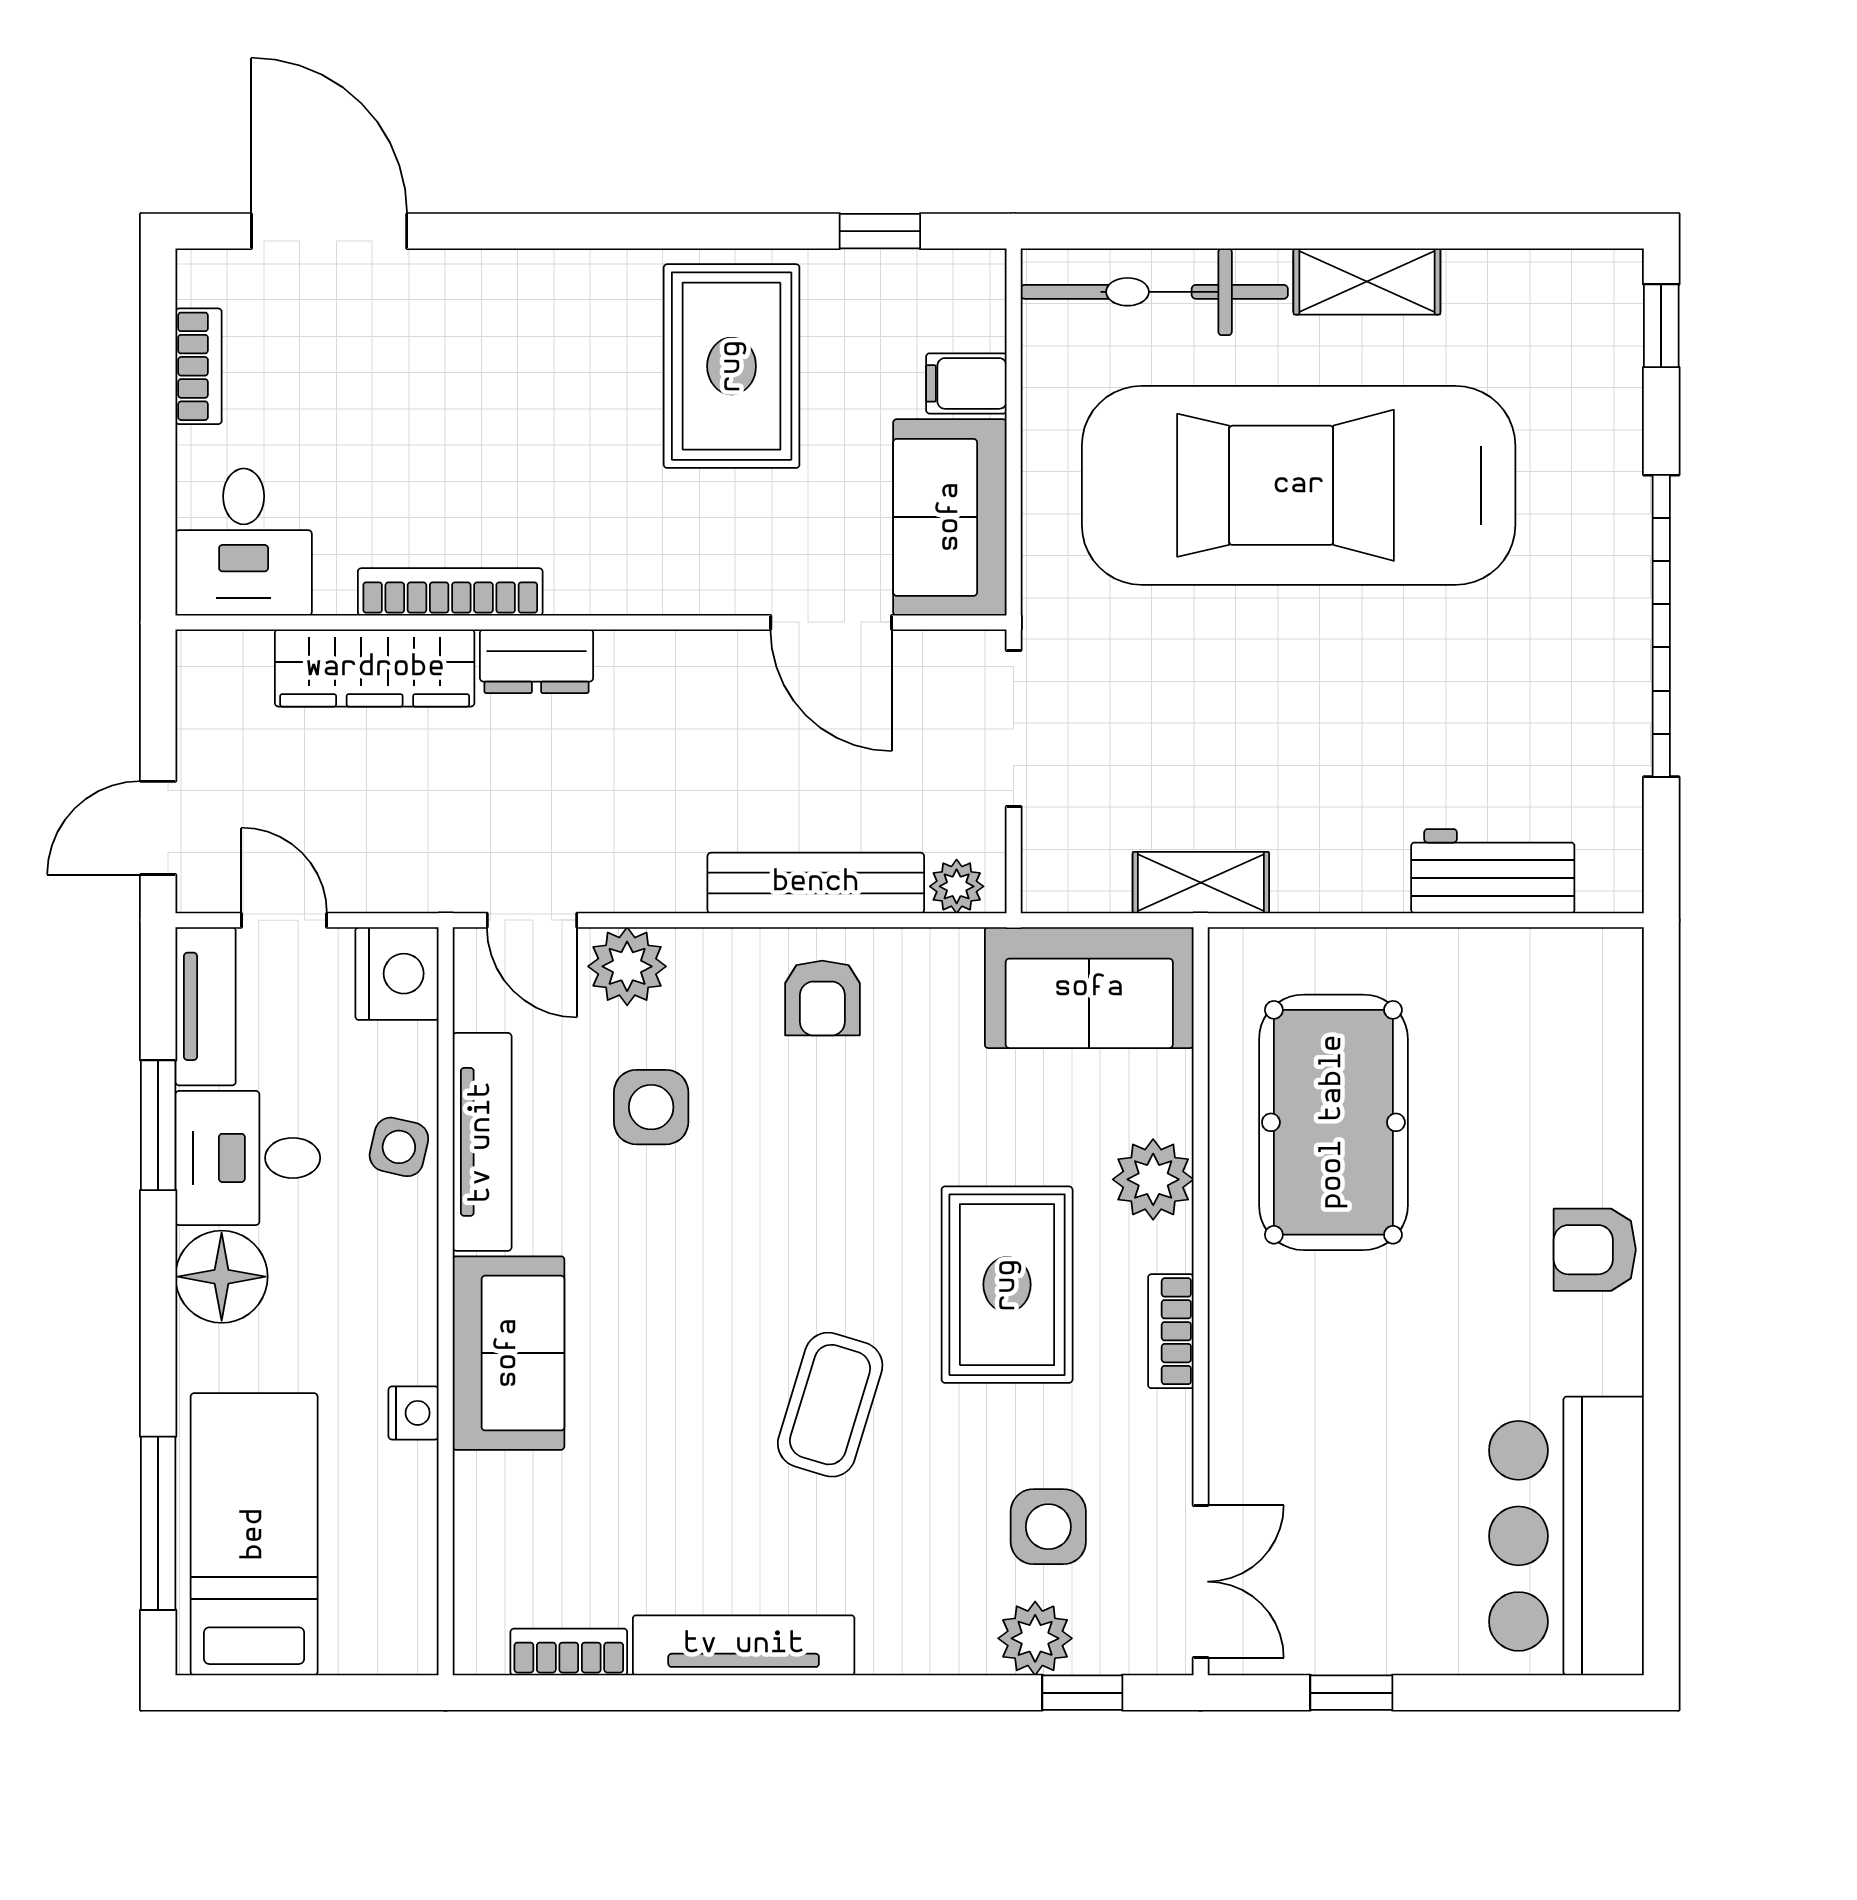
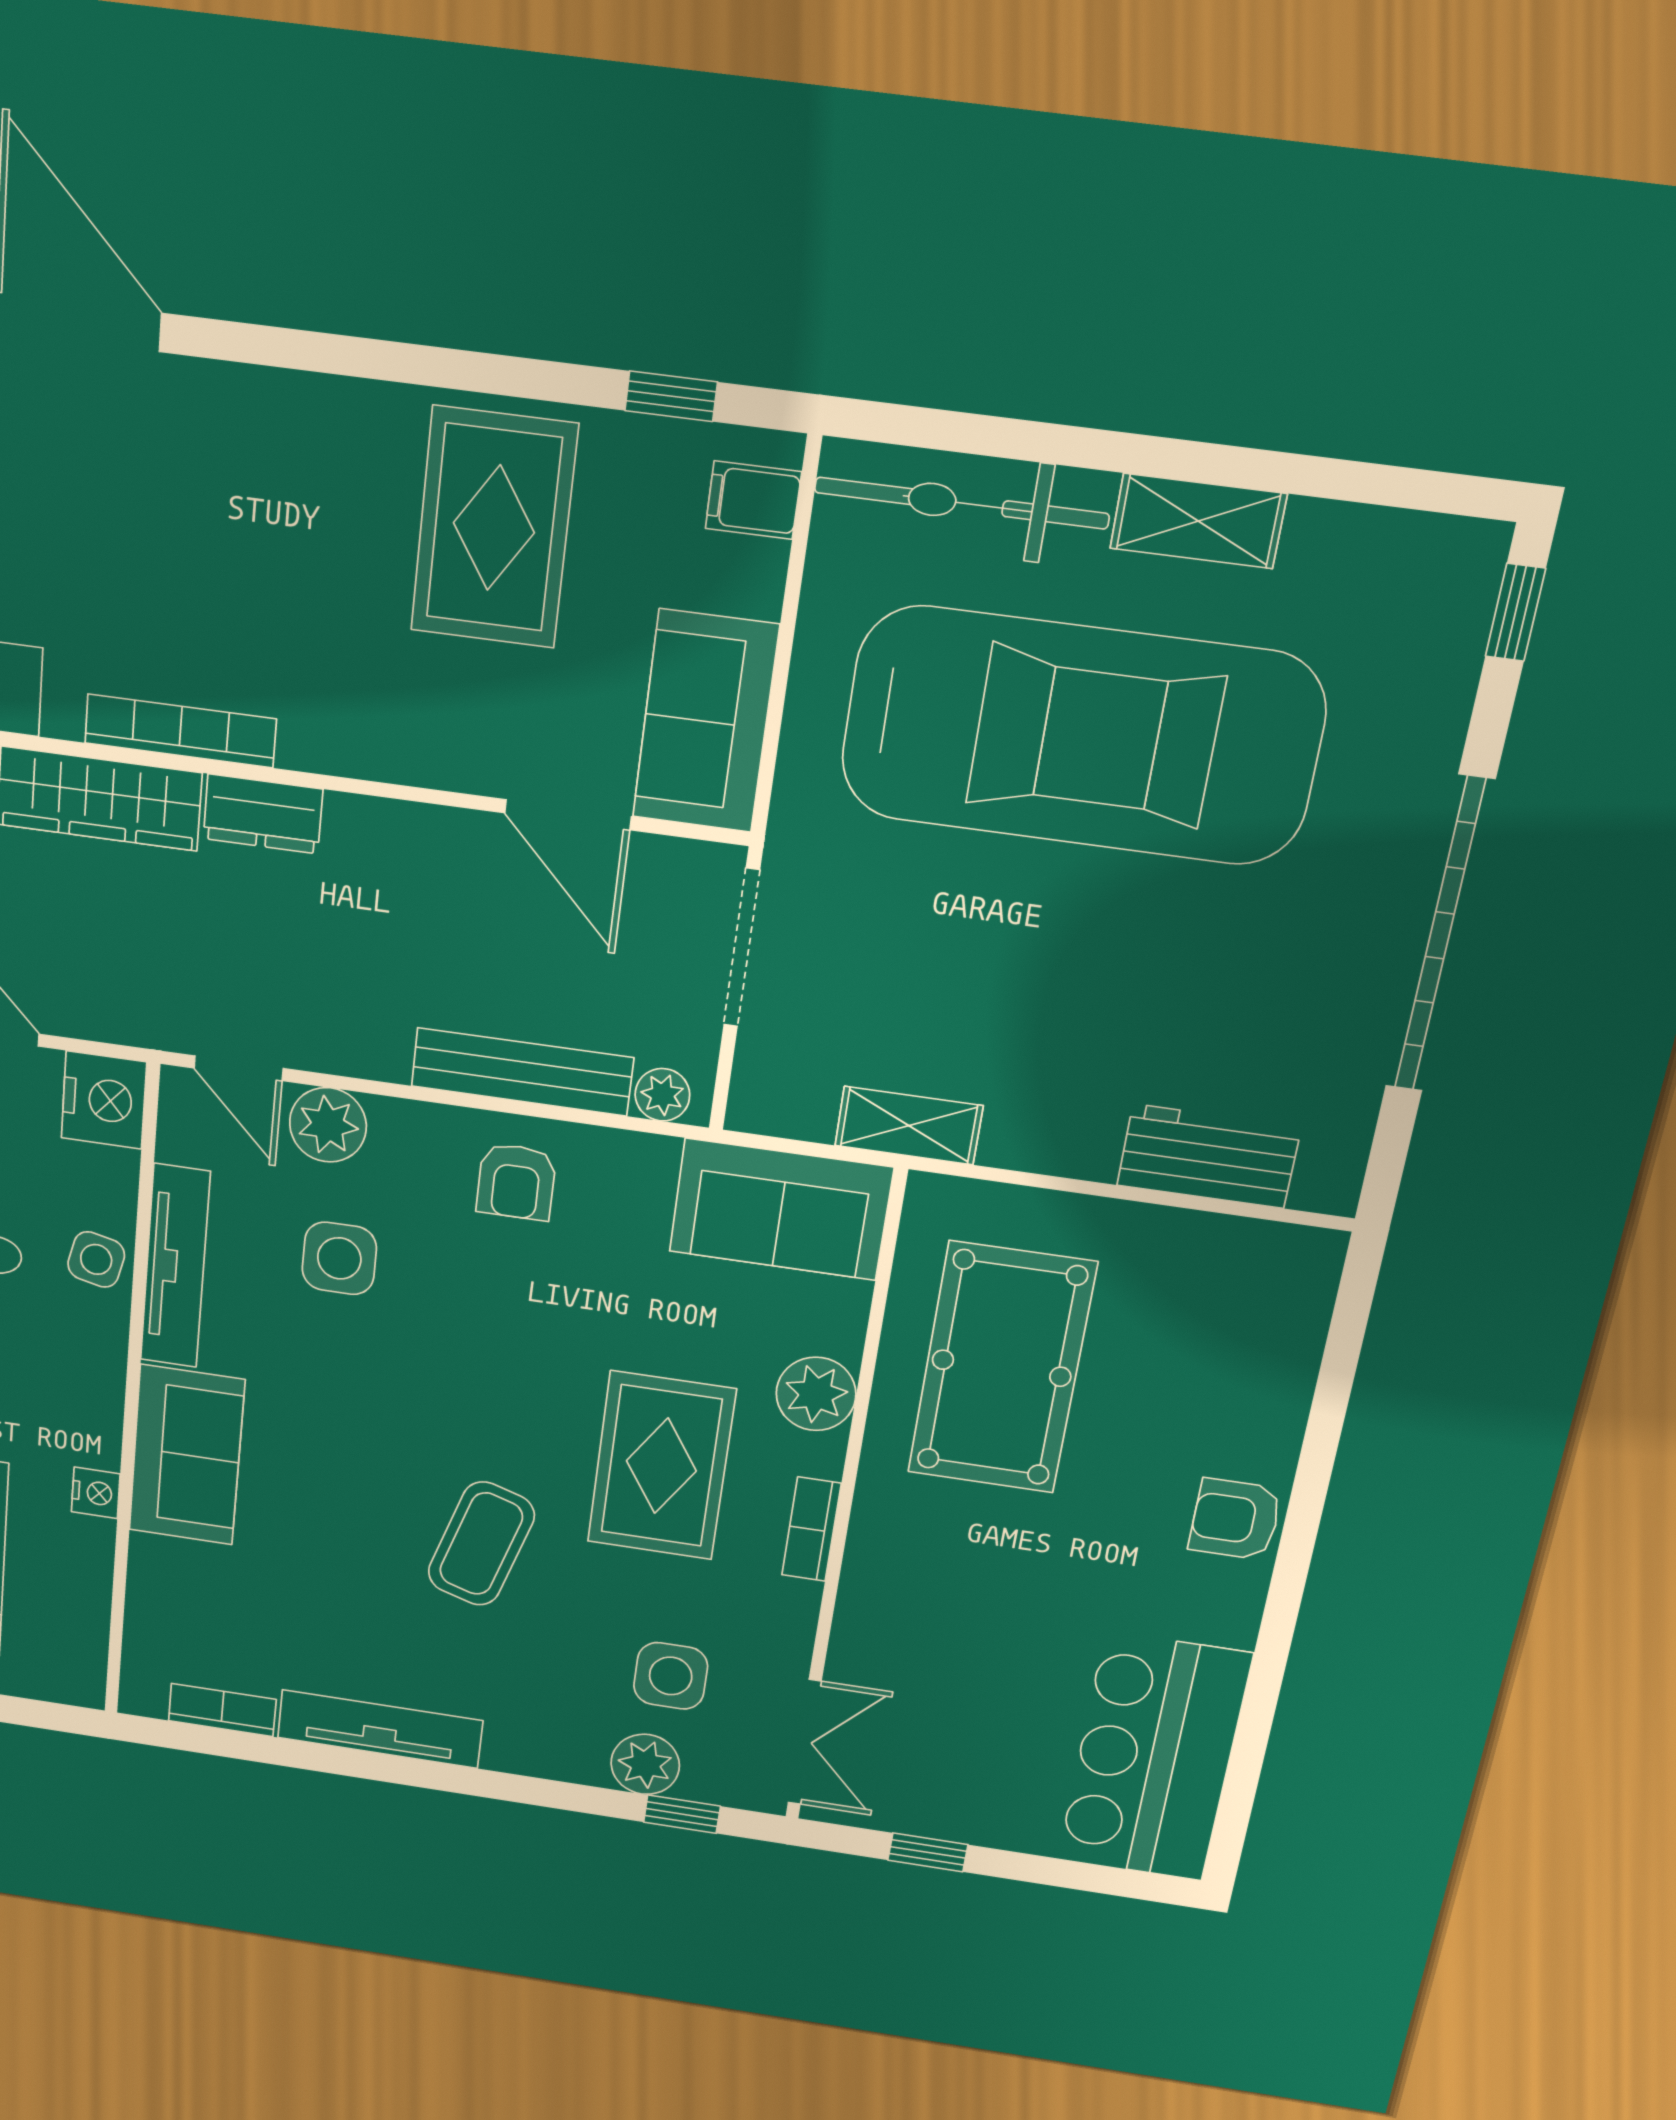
filing cabinet: (966, 383) -> (753, 500), moved
car: (1299, 485) -> (1082, 736), turned 180

